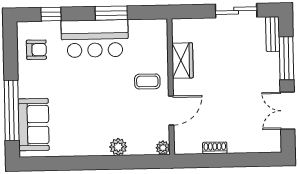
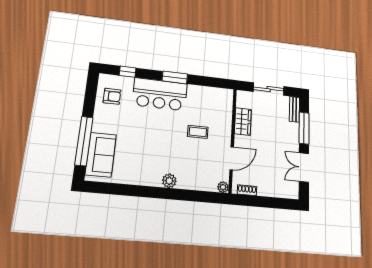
wardrobe: (182, 61) -> (243, 121), moved
wall: (171, 87) -> (233, 140), moved
door: (171, 110) -> (232, 158), moved
plant: (163, 148) -> (223, 187), moved

